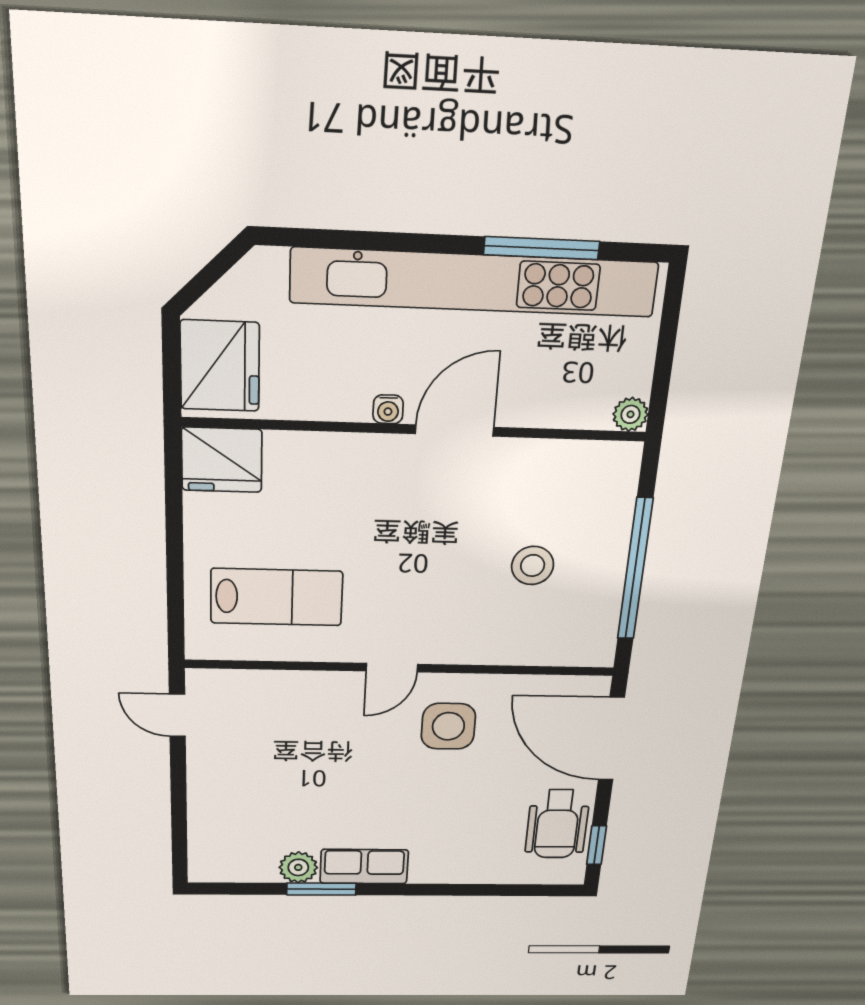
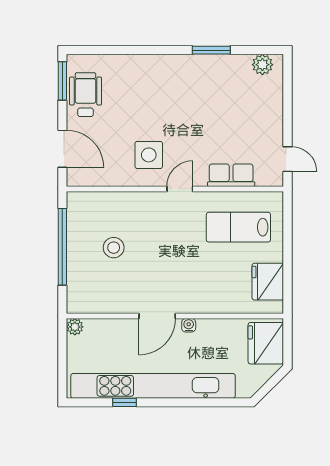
window: (542, 248) -> (124, 402), width x0.46
fridge: (222, 460) -> (268, 282), moved, turned -90
door: (611, 739) -> (62, 149), width x0.73
window: (597, 845) -> (62, 81), width x1.50
plant: (298, 867) -> (262, 65), moved
row of seats: (364, 867) -> (231, 175), moved, turned 180

